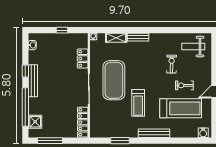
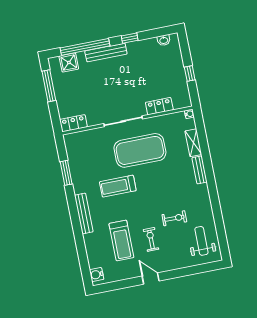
bench: (33, 81) -> (106, 52), moved
treadmill: (181, 108) -> (121, 240), width x0.73, depth x0.73
locker: (83, 122) -> (73, 123), width x0.66

